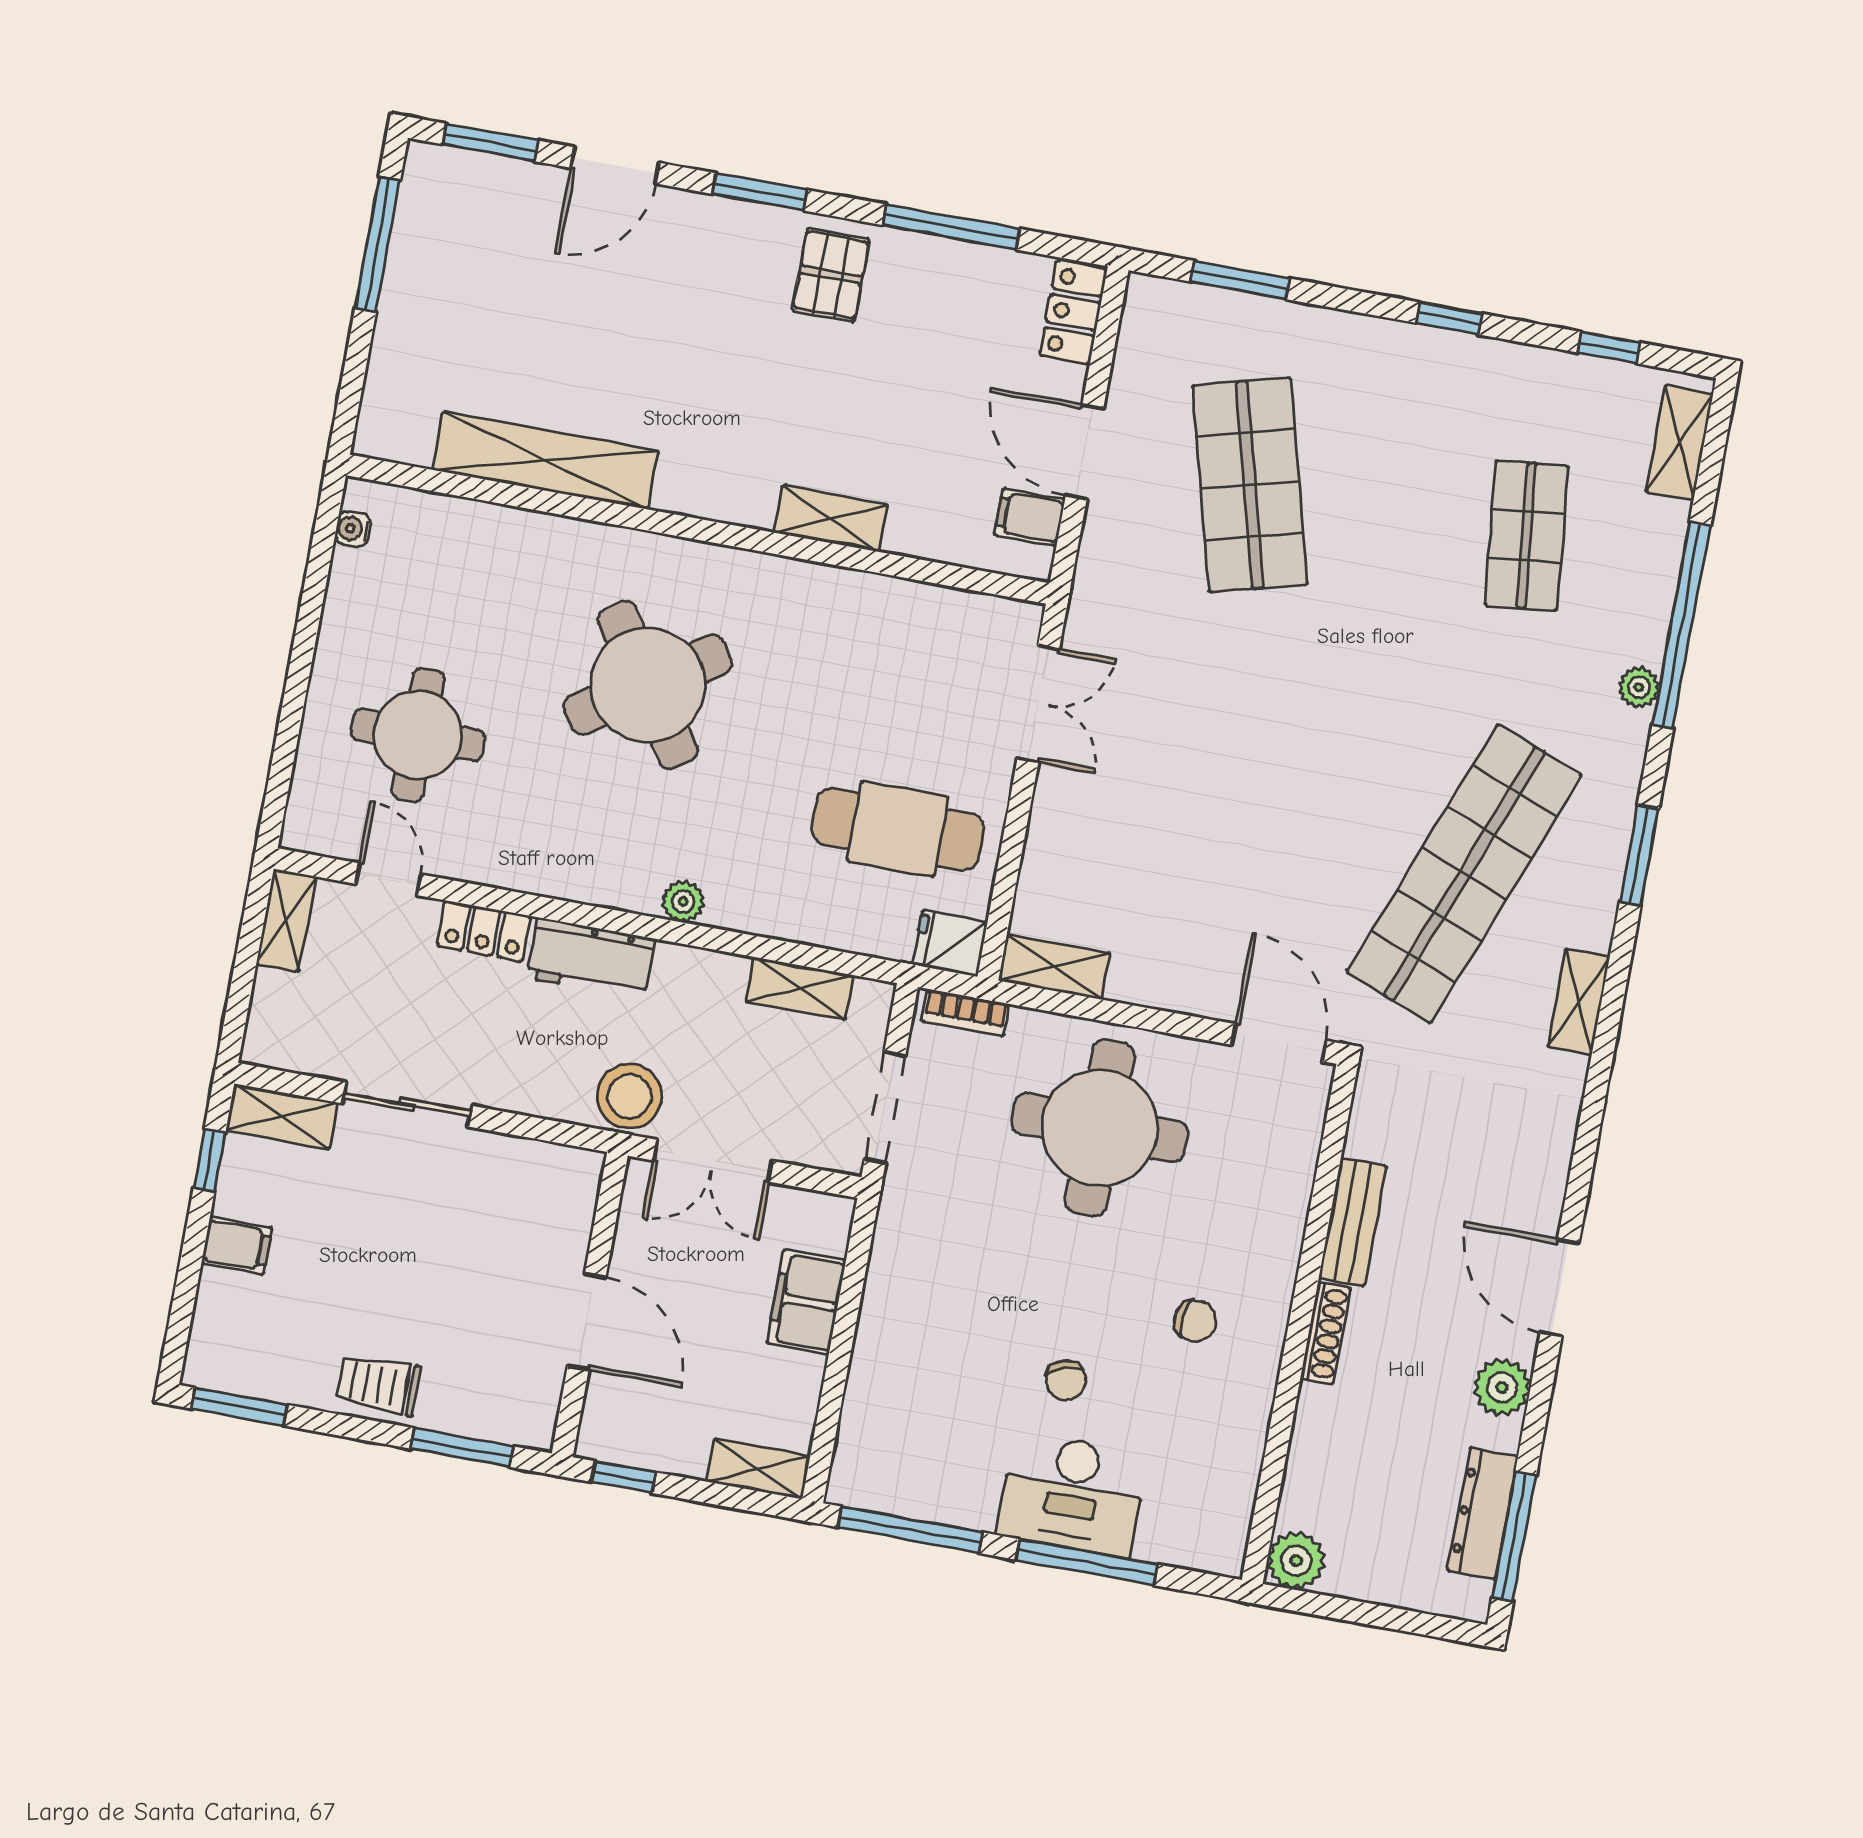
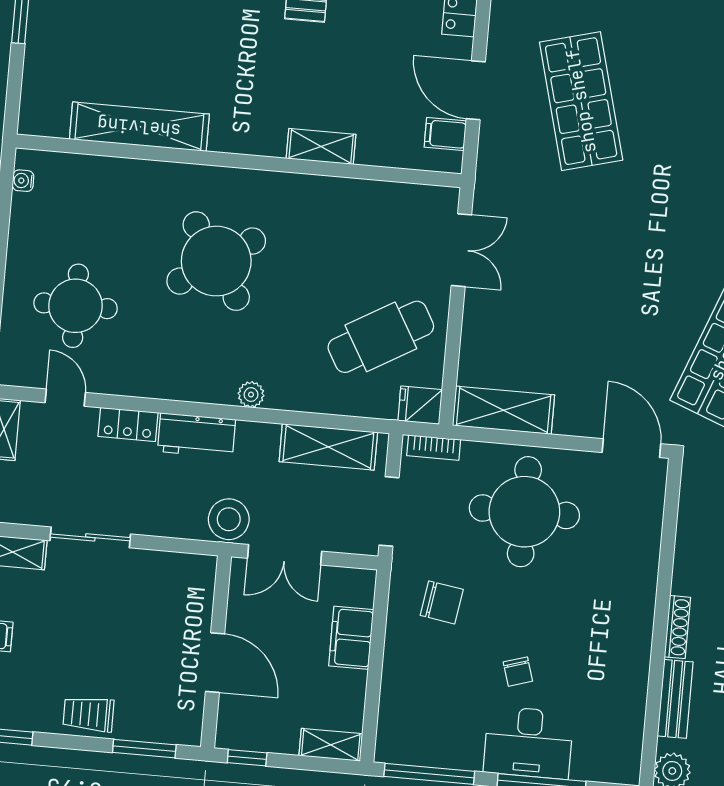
cafe table: (898, 829) -> (381, 337), turned -30
shelving: (1054, 967) -> (504, 410), width x1.50, depth x1.33
shelving: (800, 988) -> (328, 447), width x1.50, depth x1.33
bench: (1353, 1222) -> (675, 699), moved
chair: (1195, 1321) -> (442, 602), moved, width x1.37, depth x1.37

